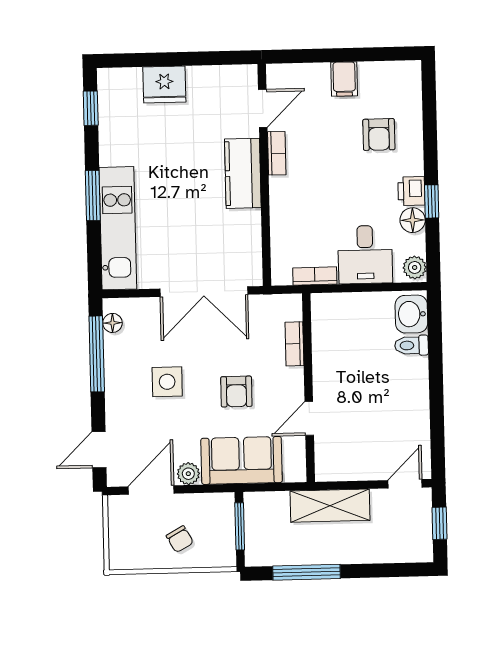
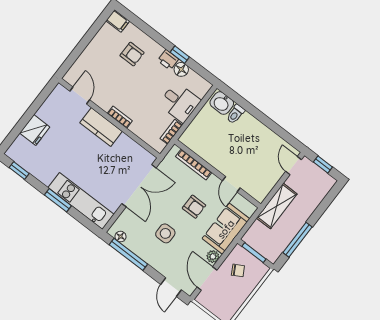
filing cabinet: (344, 79) -> (118, 21), moved
bookcase: (277, 153) -> (120, 117), moved
plant: (415, 267) -> (203, 85), removed
bookcase: (294, 344) -> (194, 165), width x1.56
chair: (180, 539) -> (238, 270), moved

